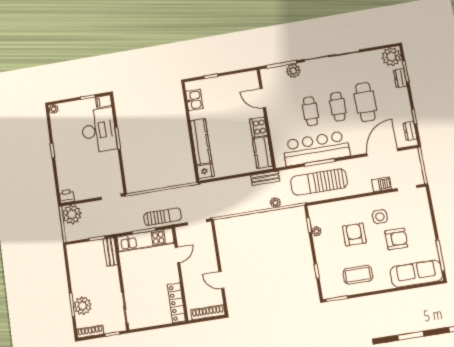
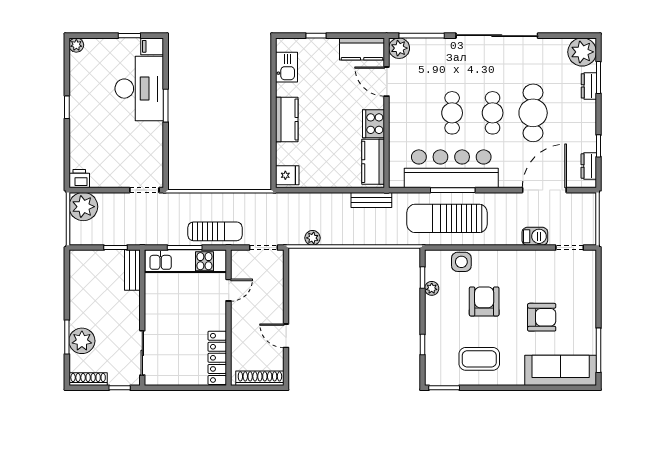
plant: (293, 71) -> (399, 48), moved
kitchen counter: (243, 80) -> (362, 49), added
kitchen counter: (201, 142) -> (287, 119), width x0.67
plant: (275, 203) -> (313, 238), moved
side table: (380, 217) -> (461, 262), moved

